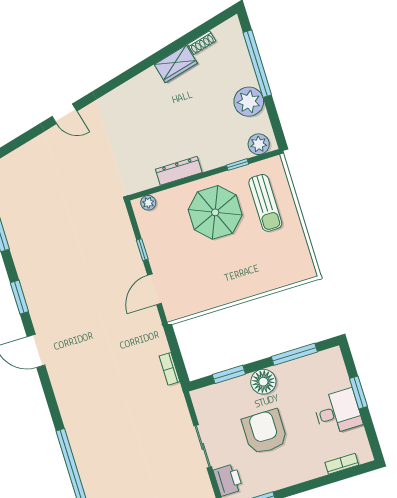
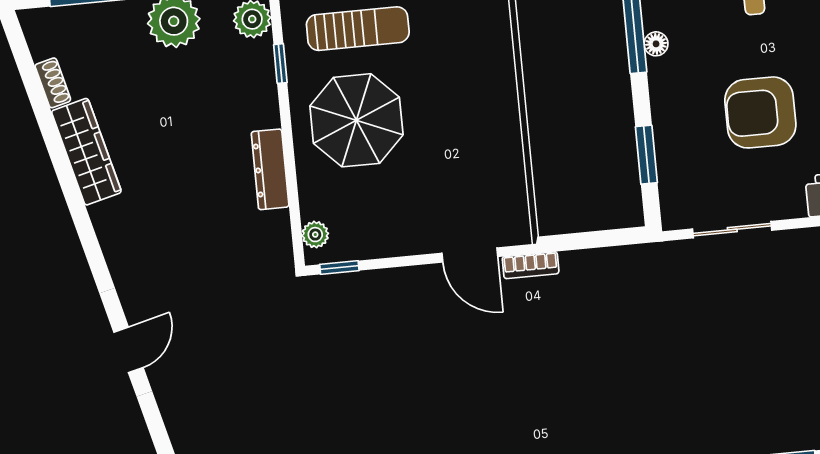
wardrobe: (176, 64) -> (86, 152), width x1.50
window: (142, 250) -> (339, 267), moved
bookcase: (170, 369) -> (531, 265), moved
floor lamp: (263, 382) -> (656, 44), moved, width x0.53, depth x0.53
sliding door: (203, 446) -> (732, 230), moved

